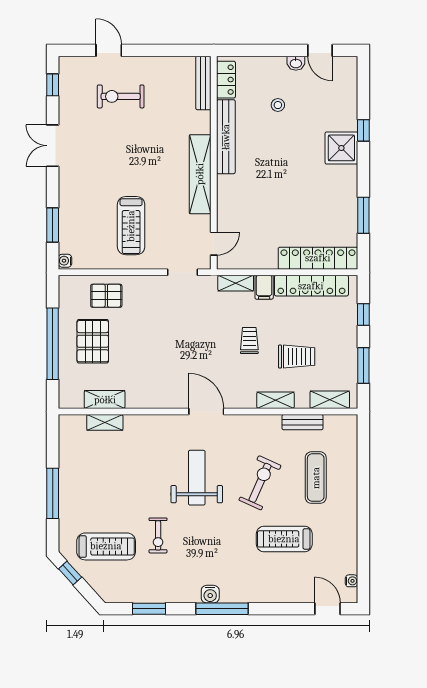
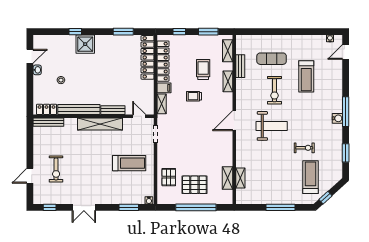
bench: (225, 197) -> (113, 110), added
weight bench: (197, 478) -> (272, 126), turned 180
exercise bike: (260, 483) -> (275, 90), turned -114

